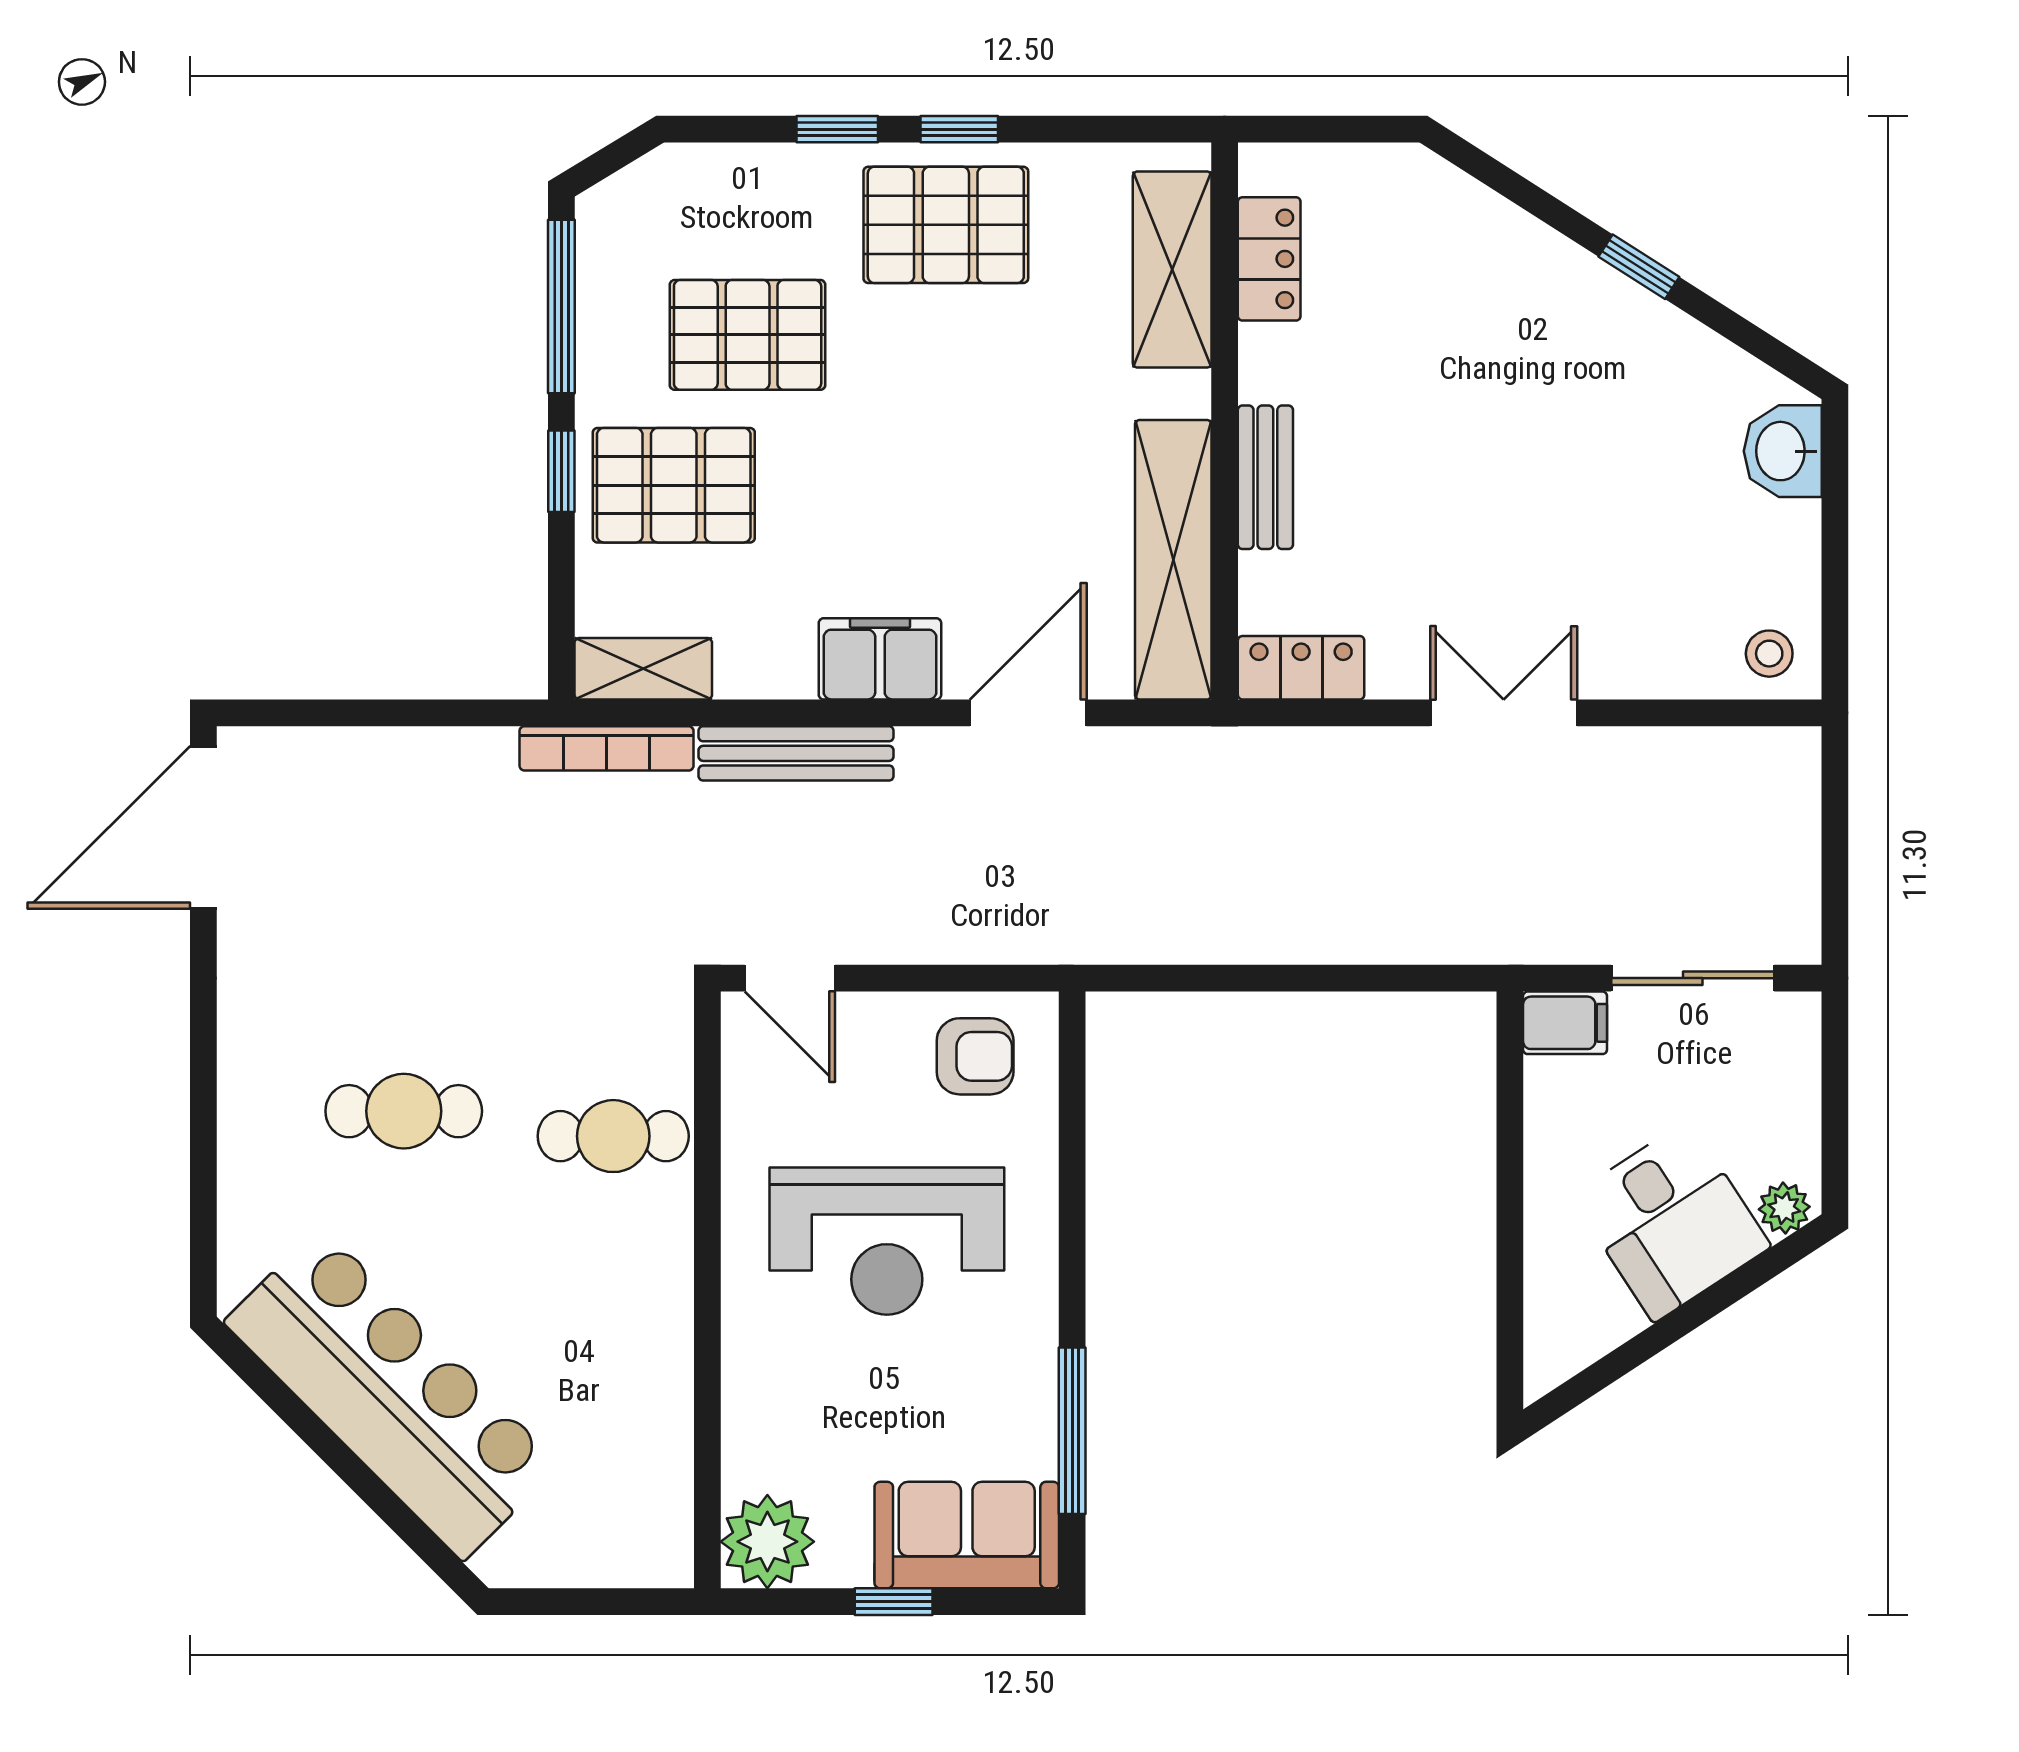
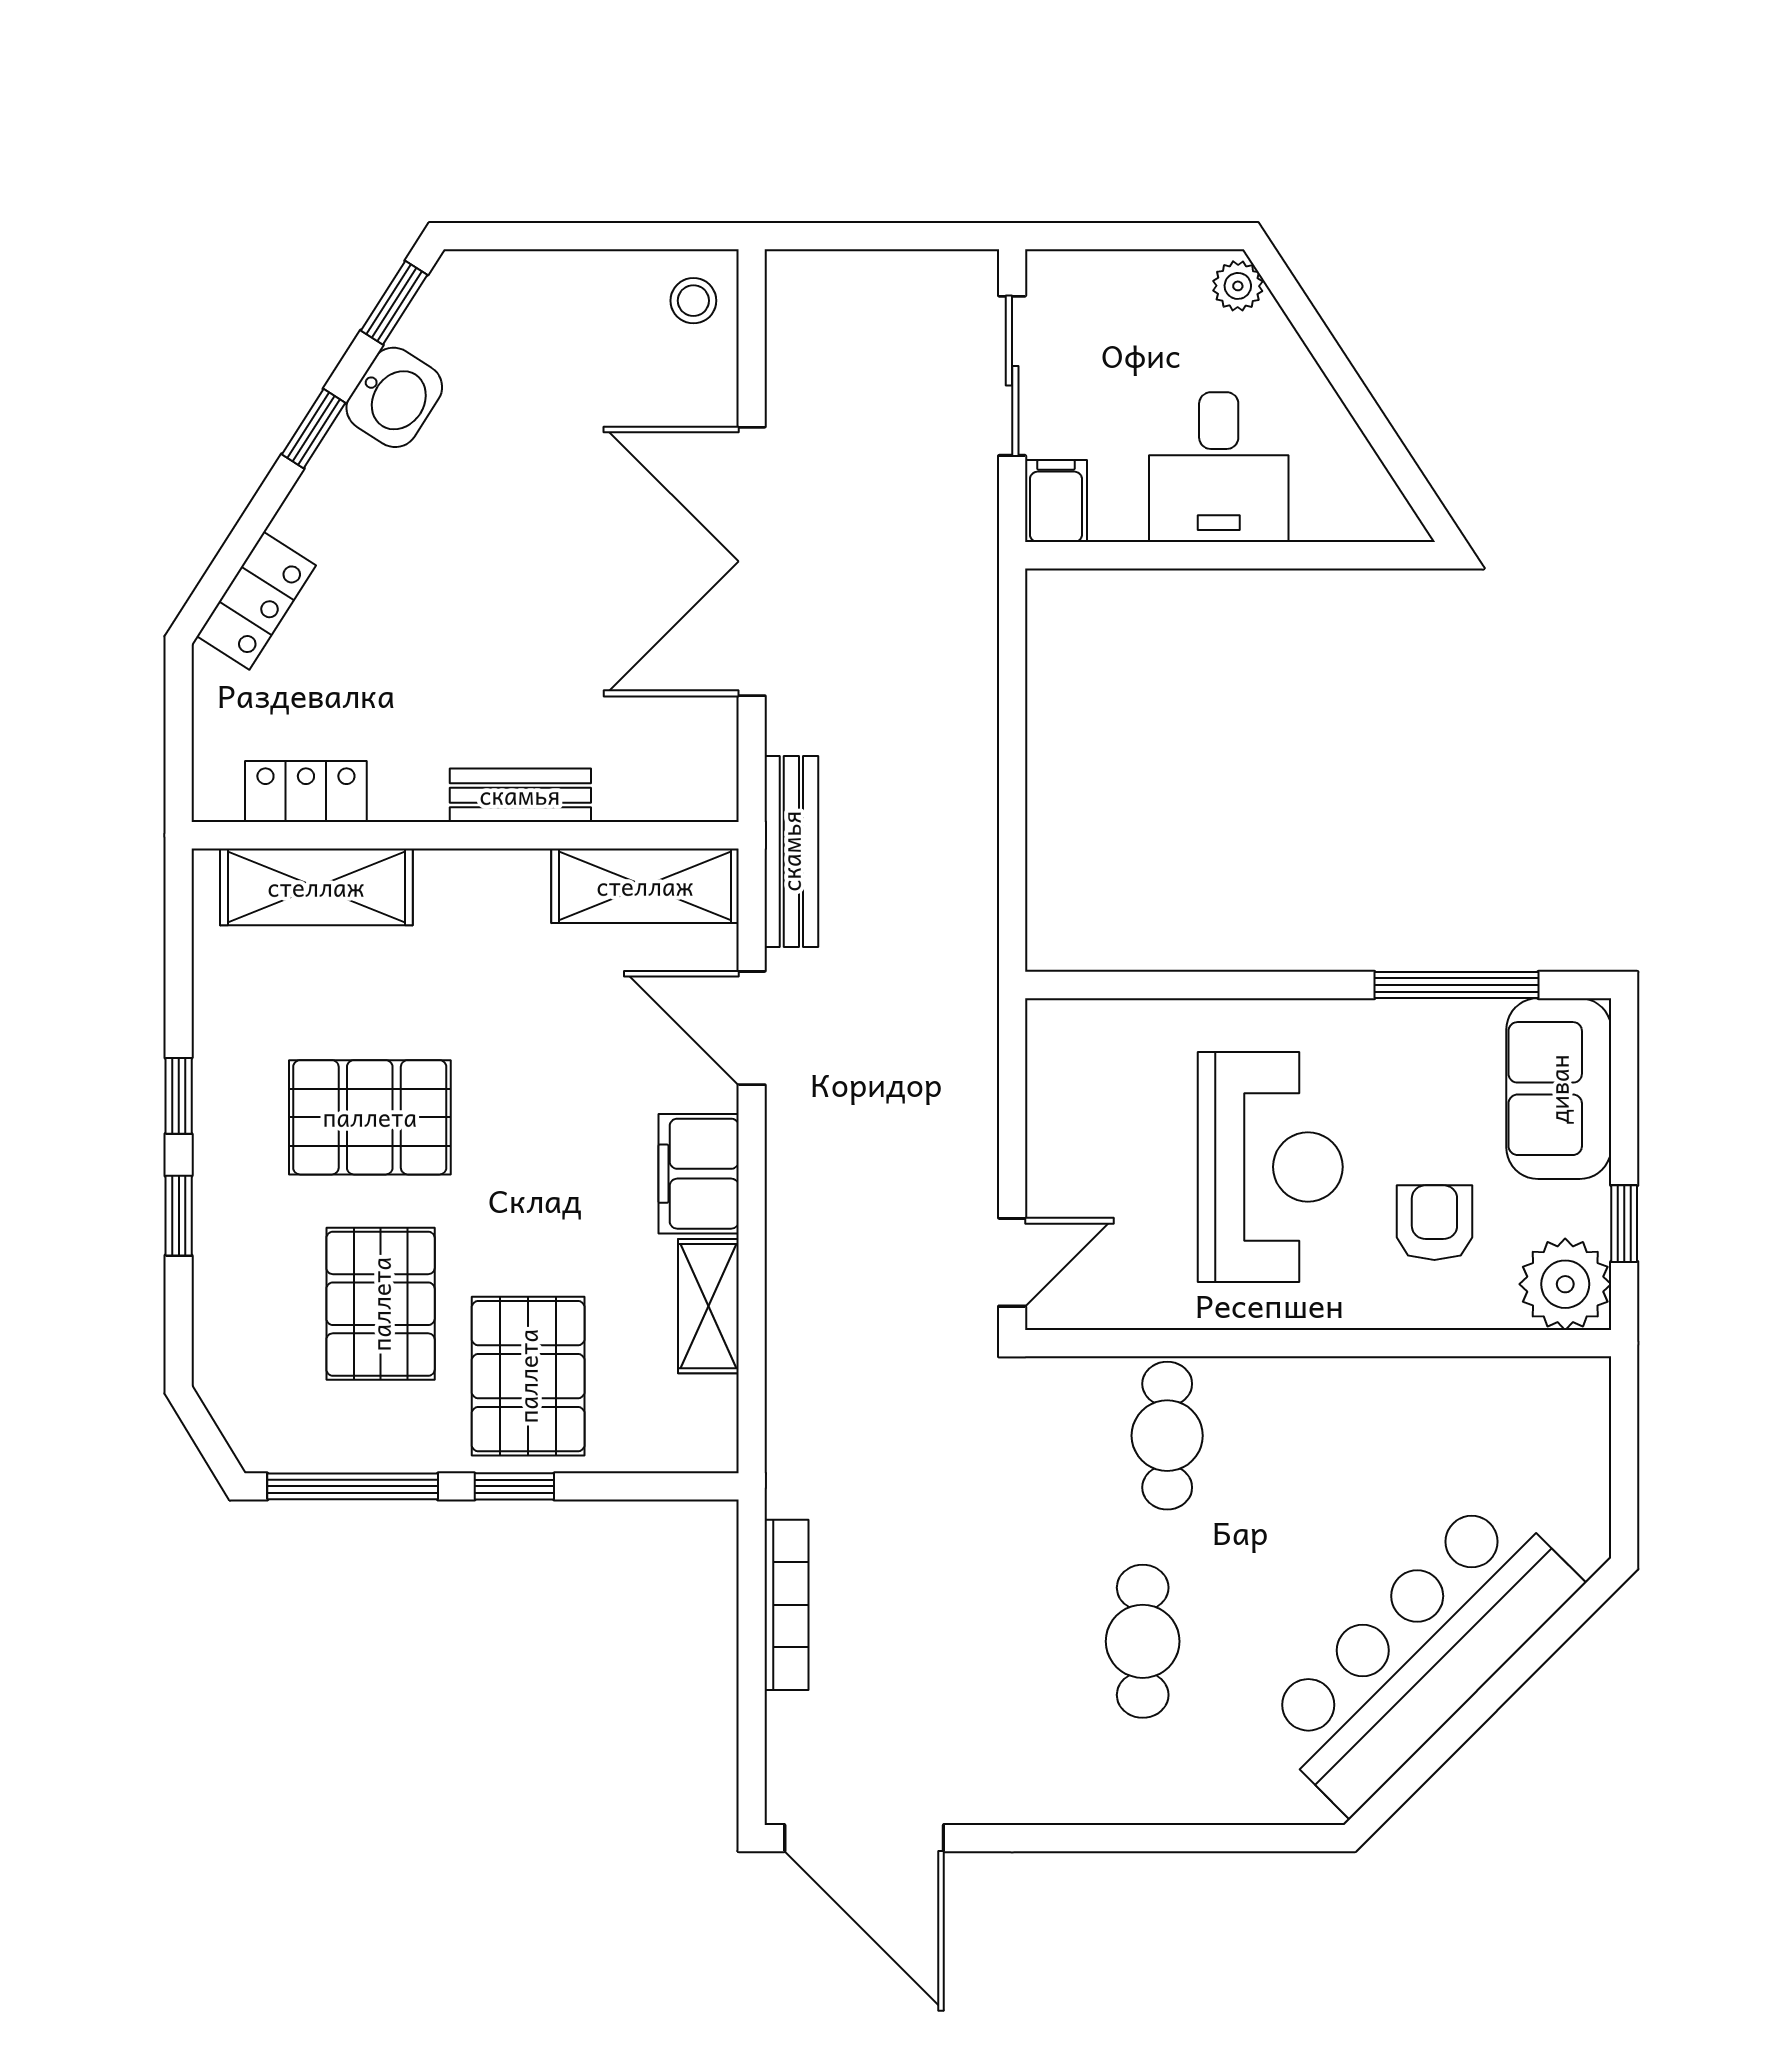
pallet: (946, 225) -> (370, 1117), moved, turned 90
window: (1767, 349) -> (394, 303), added
washbasin: (1783, 451) -> (394, 397), moved, turned -57
shelving: (1173, 560) -> (645, 886), width x0.68
locker: (1301, 668) -> (256, 601), moved, turned -147
shelving: (643, 669) -> (708, 1306), moved
double door: (1504, 713) -> (752, 561), width x1.87
bookcase: (607, 748) -> (786, 1605), moved
bench: (796, 753) -> (791, 851), moved
armchair: (975, 1056) -> (1434, 1223), moved
desk: (1671, 1221) -> (1219, 467), moved, turned 123
window: (894, 1602) -> (1624, 1224), moved

